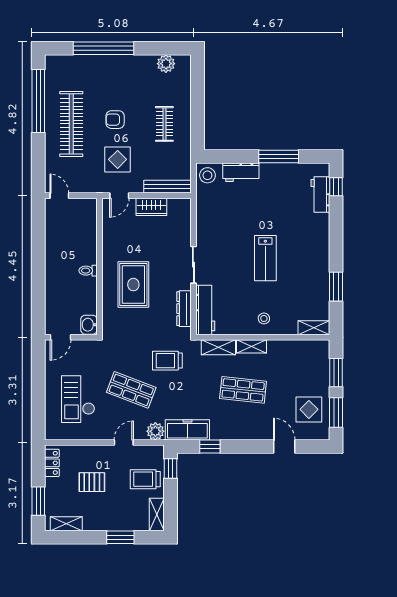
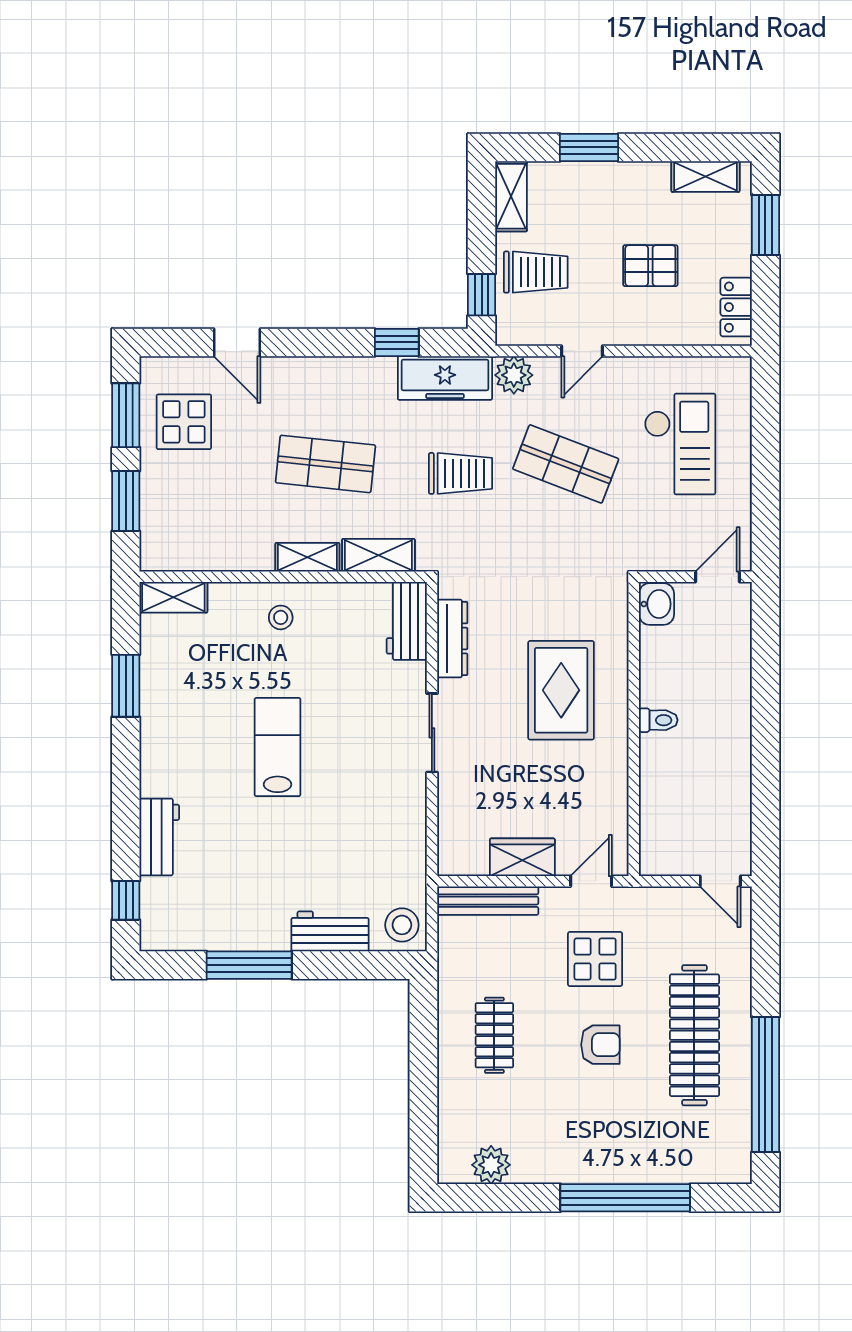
workbench: (320, 194) -> (159, 837), moved
workbench: (205, 310) -> (407, 621), width x0.73
trolley: (167, 361) -> (460, 473), moved

